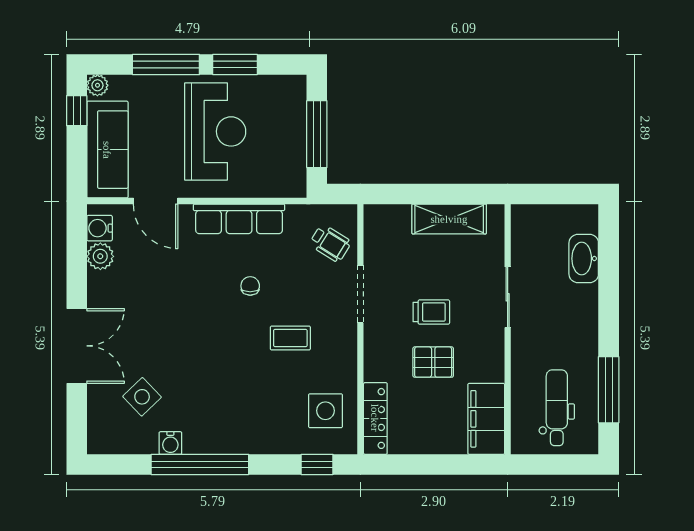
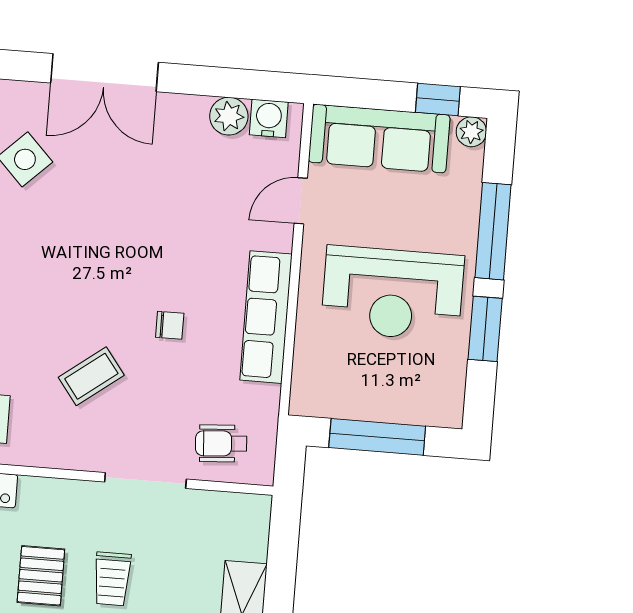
door: (156, 201) -> (301, 201), width x0.73
wheelchair: (330, 243) -> (221, 443), turned 54
coffee table: (290, 338) -> (91, 376), turned 53

